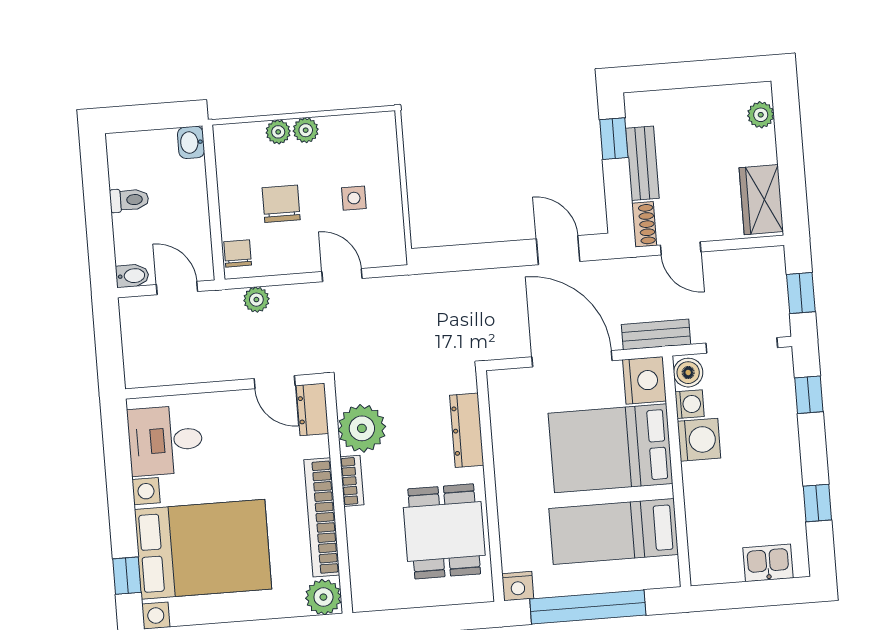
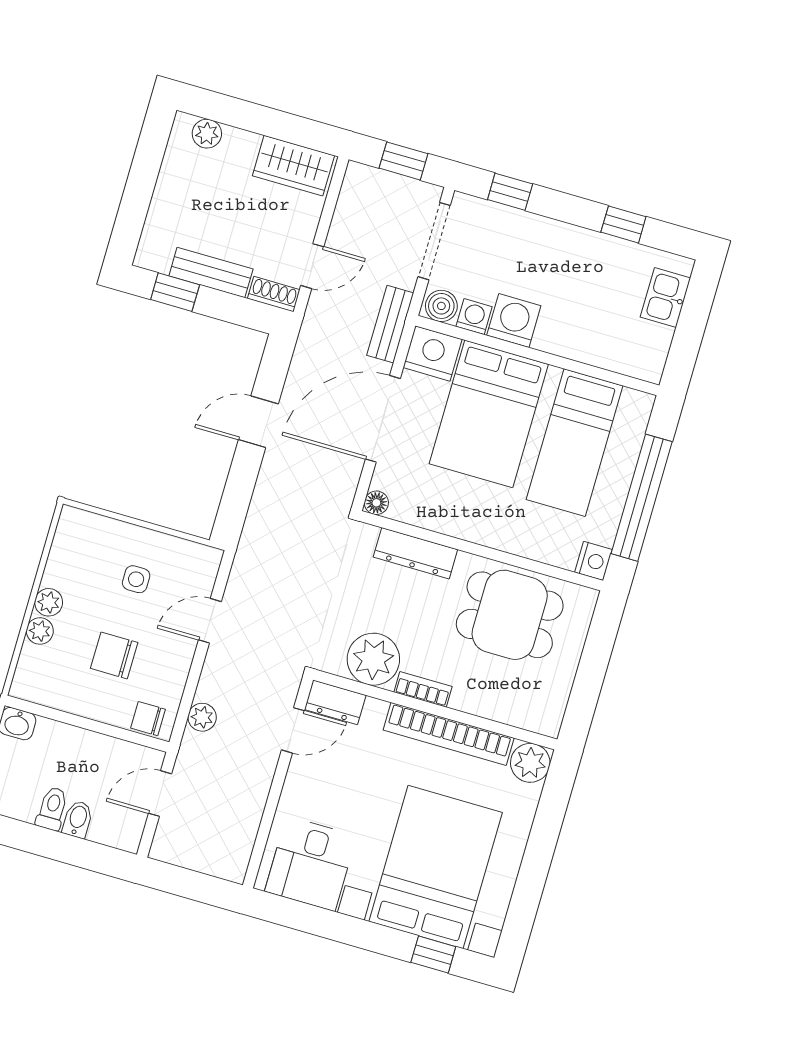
door: (558, 250) -> (258, 422), moved
bidet: (132, 276) -> (78, 819), moved
floor lamp: (498, 380) -> (376, 503), added

